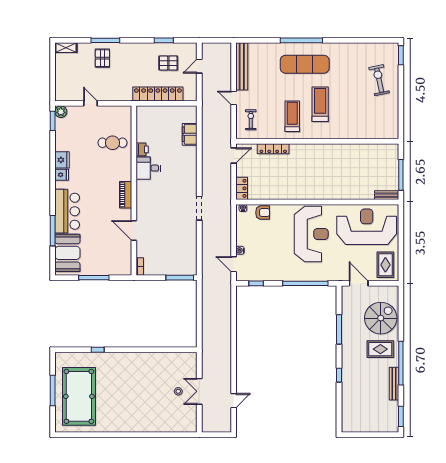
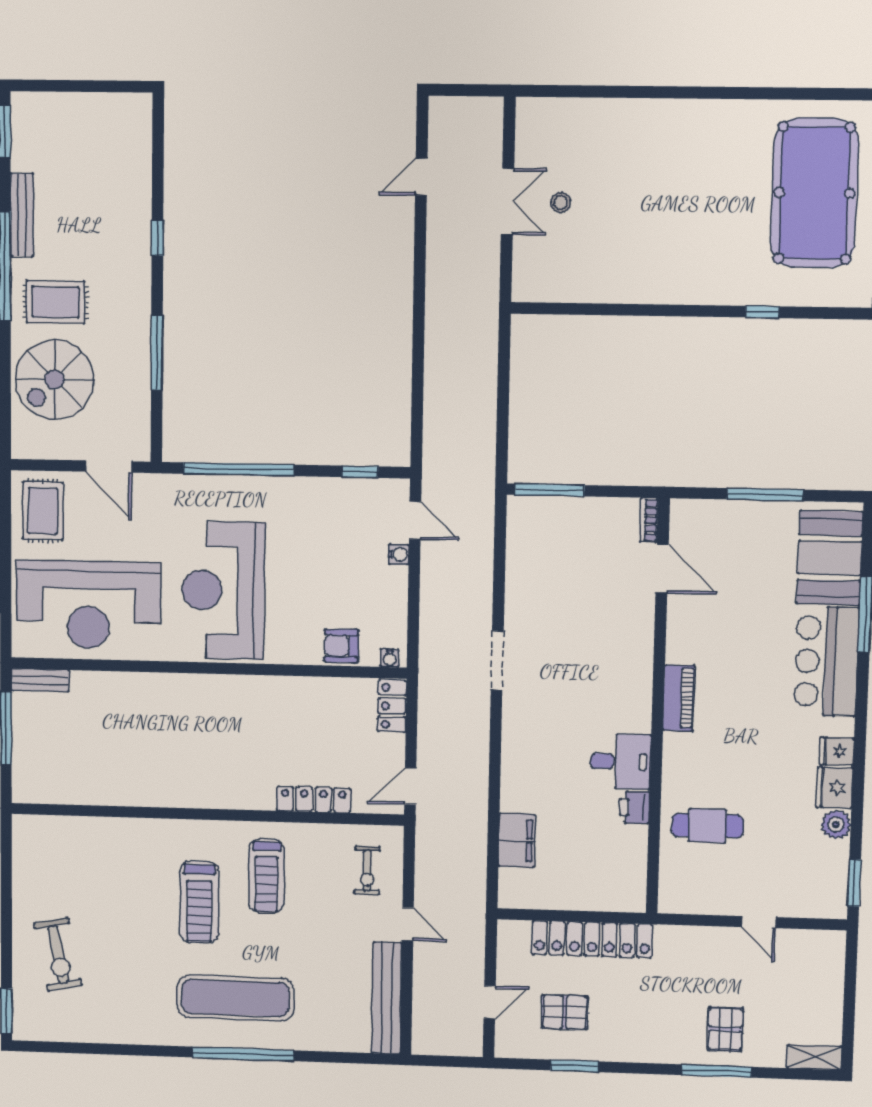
plant: (61, 112) -> (836, 825), moved
door: (134, 231) -> (662, 568), moved

